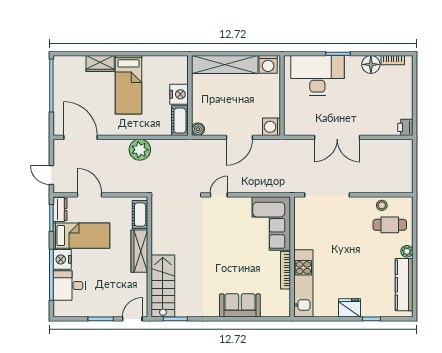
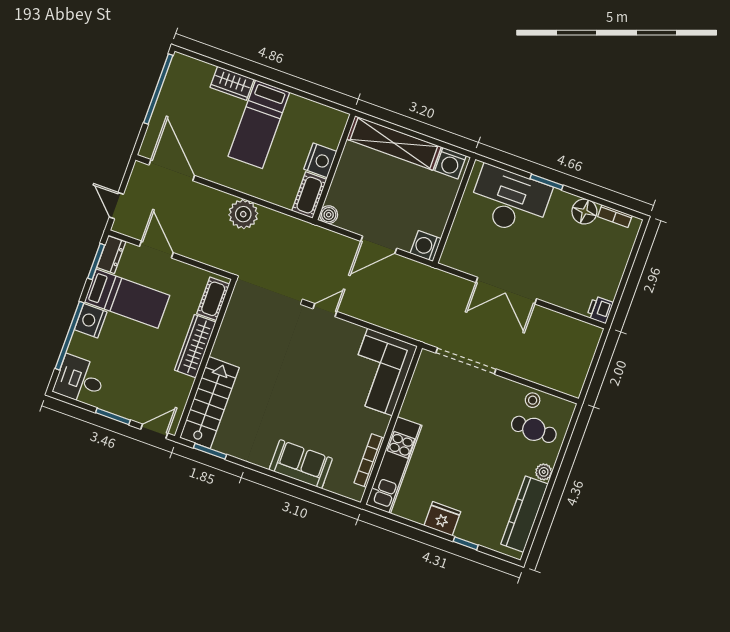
bookcase: (286, 270) -> (369, 461), moved
desk: (69, 286) -> (80, 380), moved

